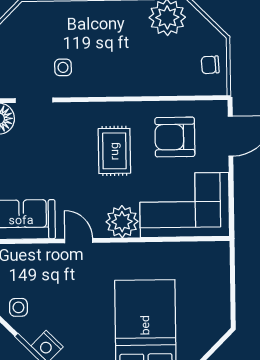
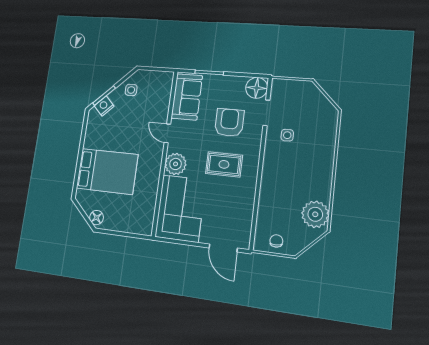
armchair: (175, 137) -> (229, 123), moved
door: (79, 241) -> (167, 133), swing flipped
floor lamp: (215, 329) -> (97, 218), added

